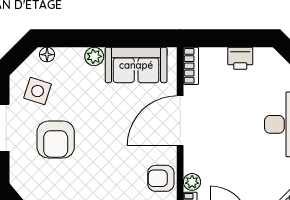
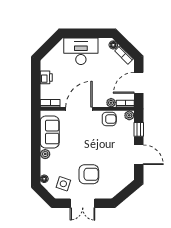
door: (180, 121) -> (79, 109), swing flipped
armchair: (161, 178) -> (109, 119), turned -90

